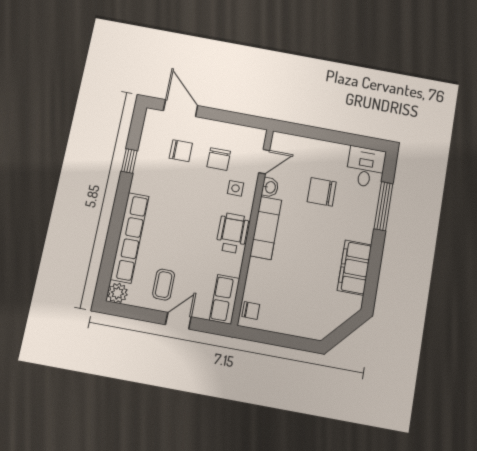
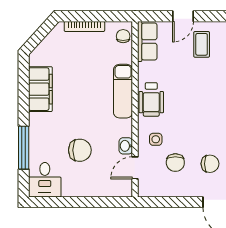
chair: (181, 151) -> (210, 164), turned 180
chair: (219, 159) -> (175, 163), turned 180
exam couch: (266, 228) -> (123, 91), moved
chair: (251, 310) -> (123, 36), turned 90
bookcase: (293, 330) -> (84, 26), added

